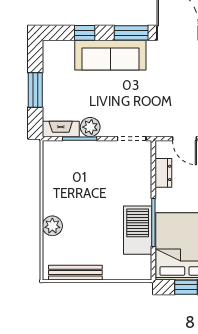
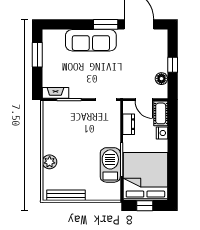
window: (85, 33) -> (73, 24), removed
window: (35, 90) -> (37, 55), moved
plant: (90, 127) -> (76, 91), removed

